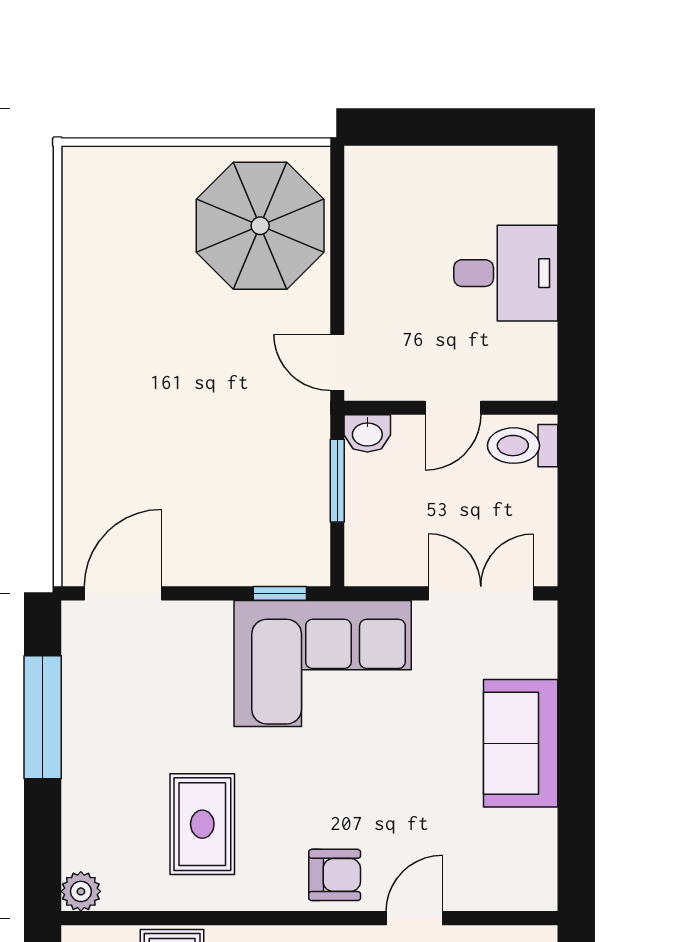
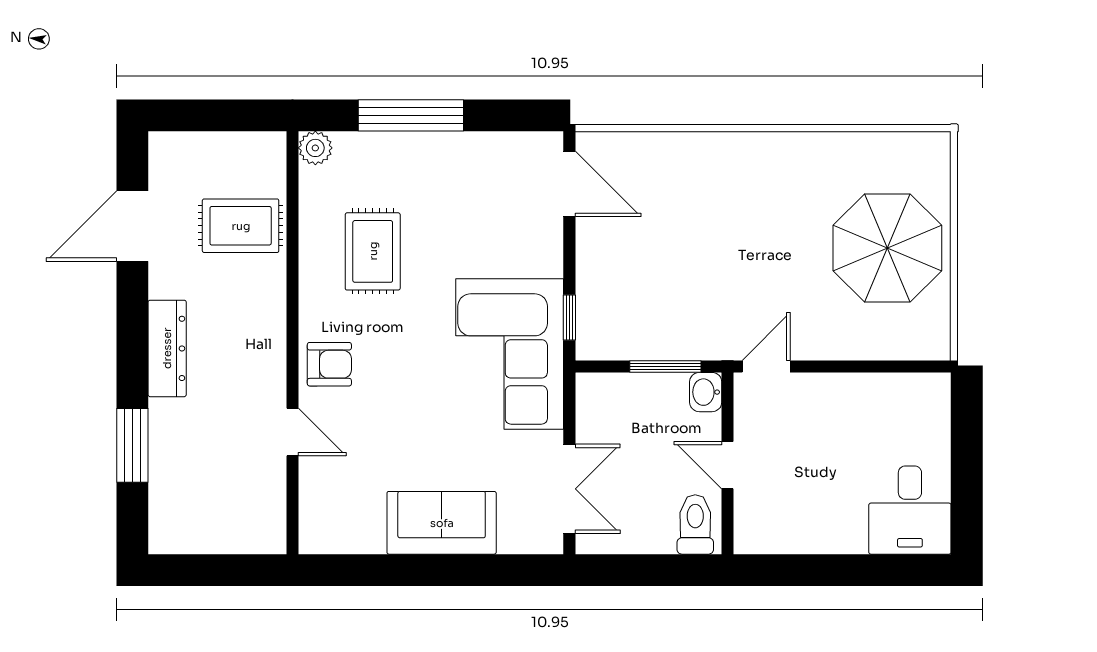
parasol: (260, 226) -> (887, 248), moved
desk: (506, 273) -> (910, 510), moved
window: (43, 717) -> (411, 115), moved
rug: (202, 824) -> (373, 251), turned 90
armchair: (335, 875) -> (329, 364), turned -90

